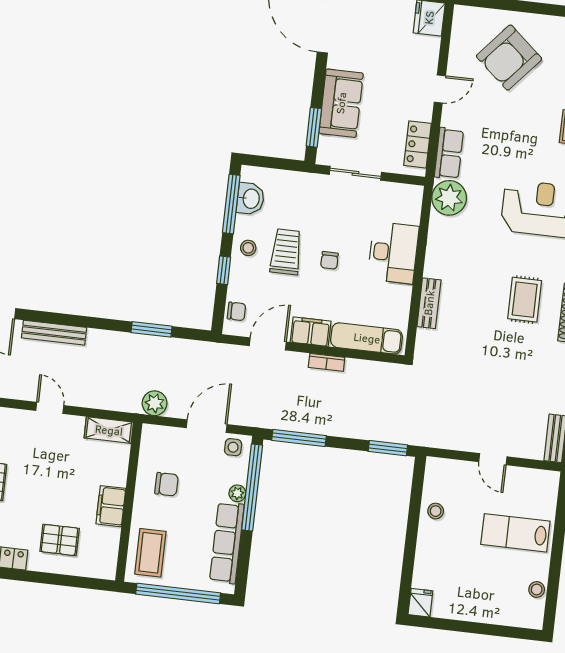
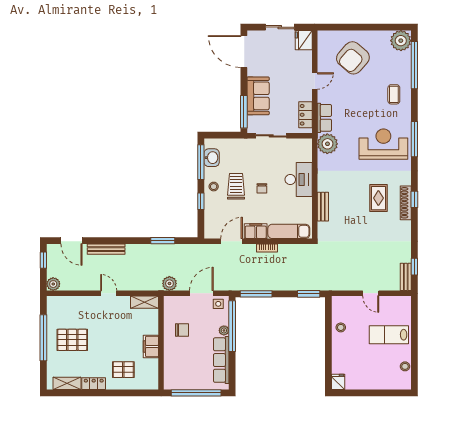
window: (314, 127) -> (244, 112), width x1.44
chair: (236, 311) -> (211, 224), removed
coffee table: (150, 553) -> (177, 371), removed

